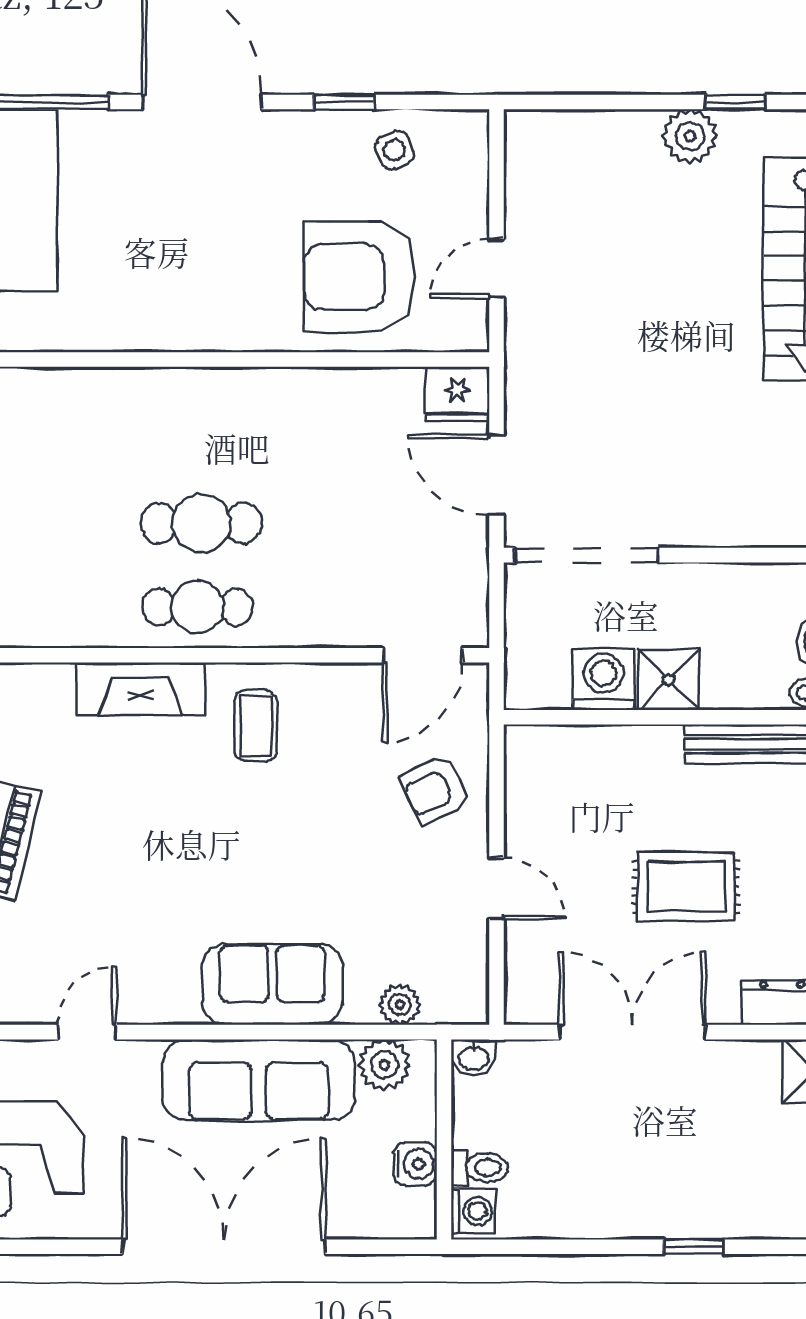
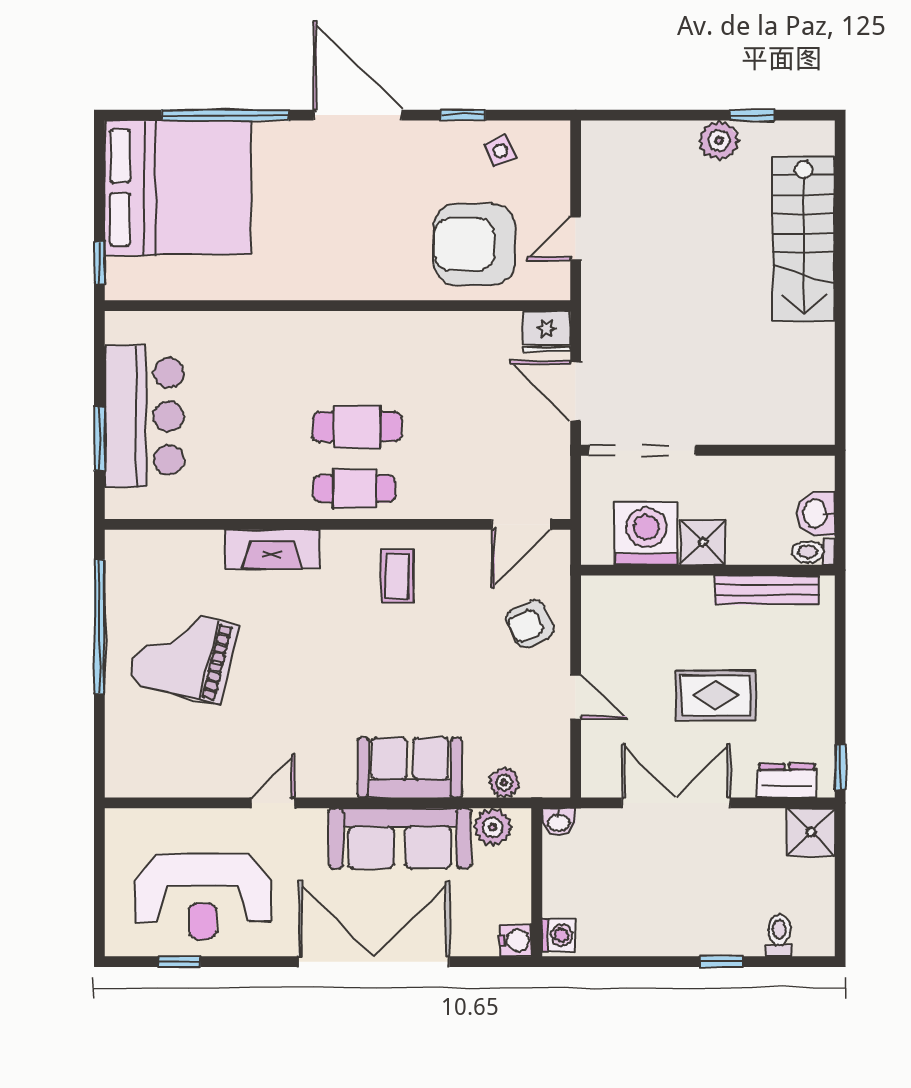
washing machine: (604, 679) -> (646, 534), width x1.37, depth x1.37
fireplace: (140, 689) -> (272, 549), moved
water cooler: (415, 1164) -> (515, 940), moved
toilet: (480, 1168) -> (779, 935), moved, turned -90

